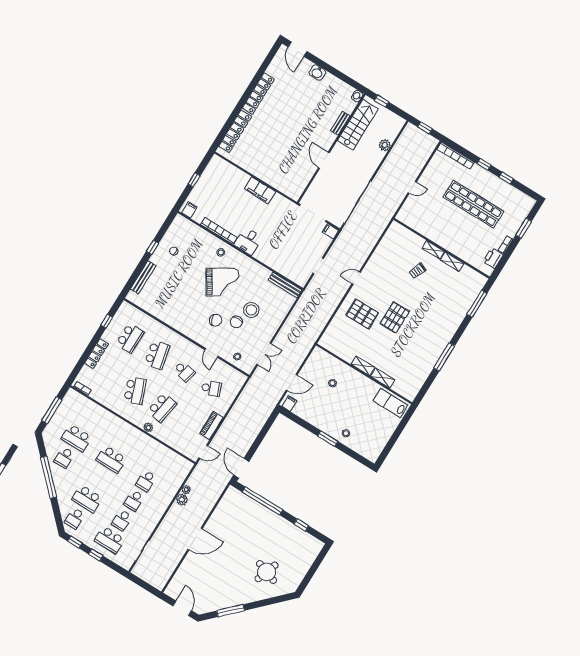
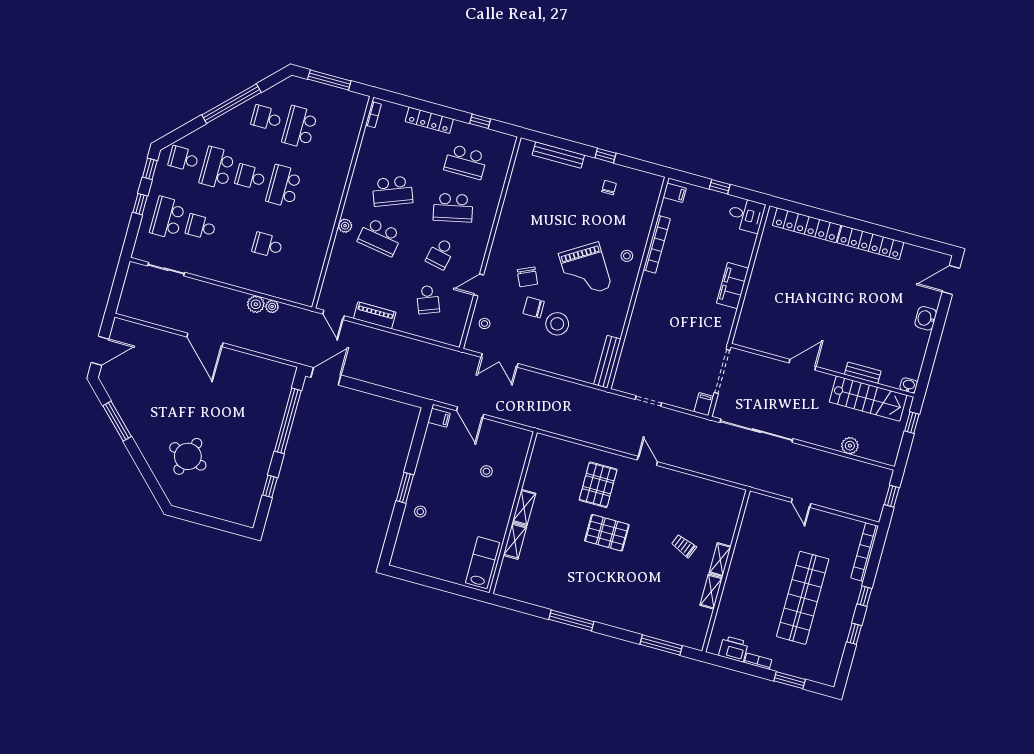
desk: (248, 241) -> (746, 215), moved, turned 180
school desk: (134, 501) -> (250, 177), moved

